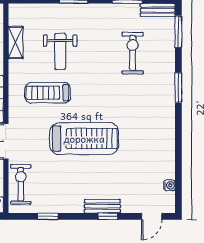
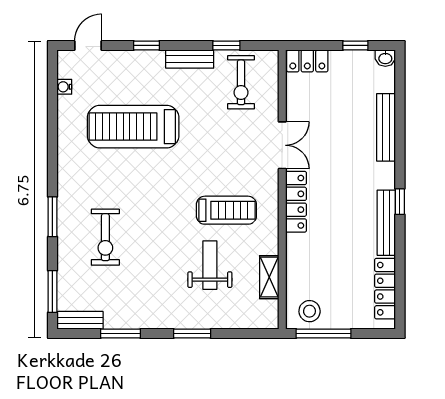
exercise bike: (133, 53) -> (105, 237), moved
treadmill: (84, 139) -> (133, 127), moved
exercise bike: (21, 184) -> (241, 82), moved
bench: (102, 206) -> (190, 59), moved

